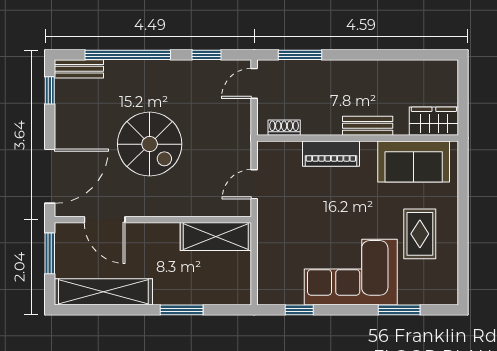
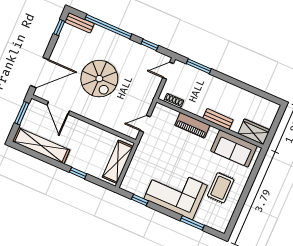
shelving: (216, 237) -> (118, 162), moved, turned 90
window: (182, 310) -> (78, 173), width x0.67

